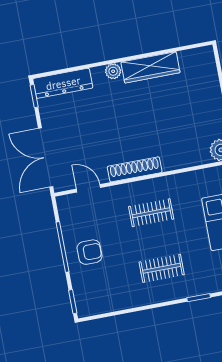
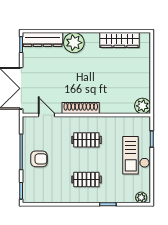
wardrobe: (150, 67) -> (119, 40), moved
plant: (113, 71) -> (74, 43), width x1.88, depth x1.88

